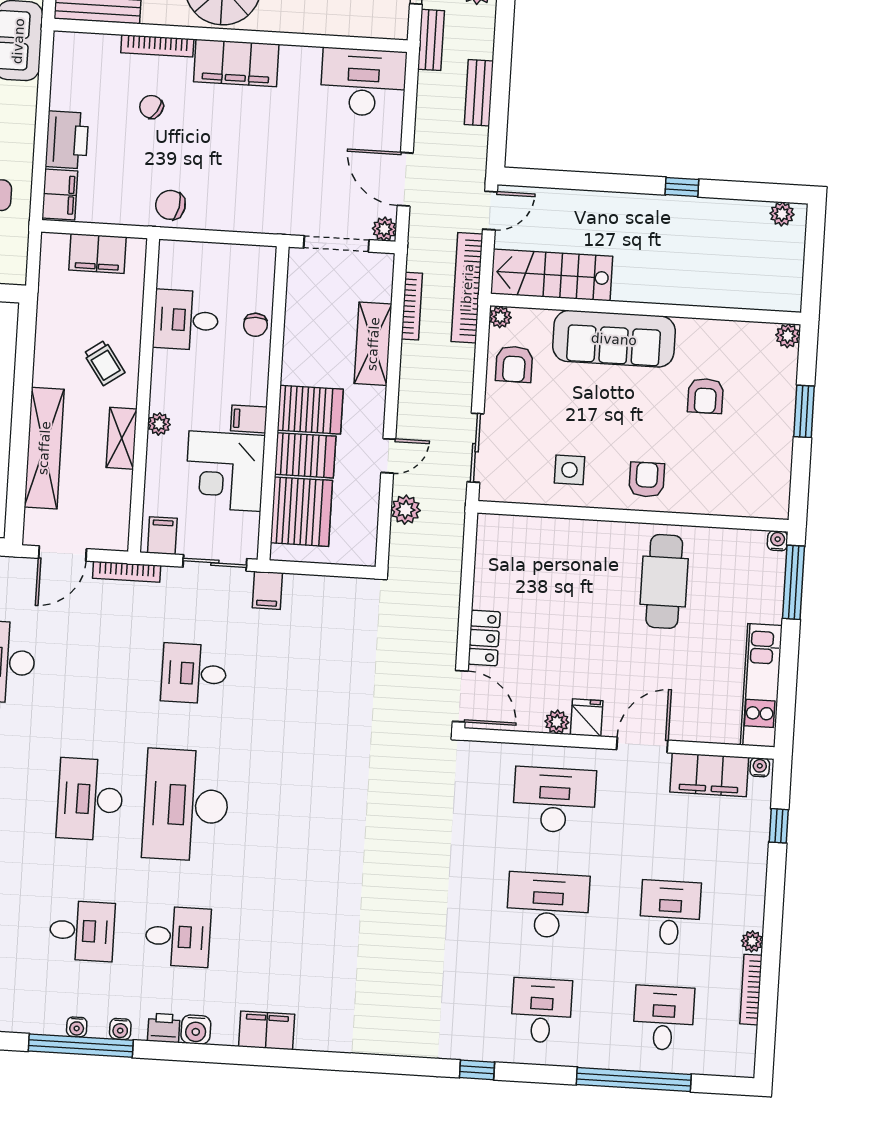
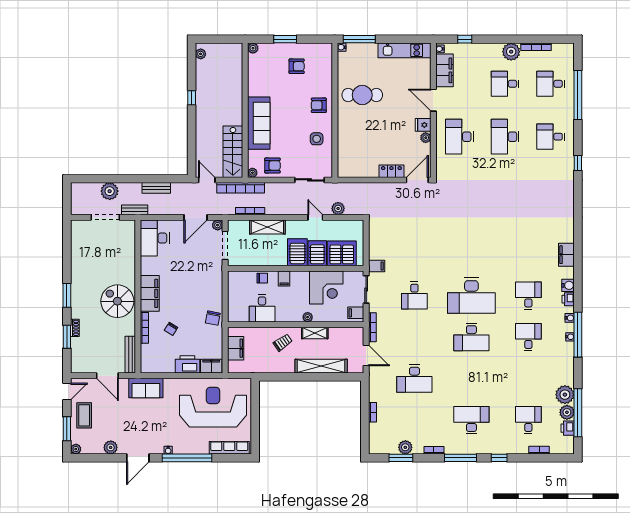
armchair: (705, 396) -> (297, 66), moved
filing cabinet: (249, 419) -> (284, 279), moved
plant: (752, 941) -> (511, 52), width x1.88, depth x1.88

